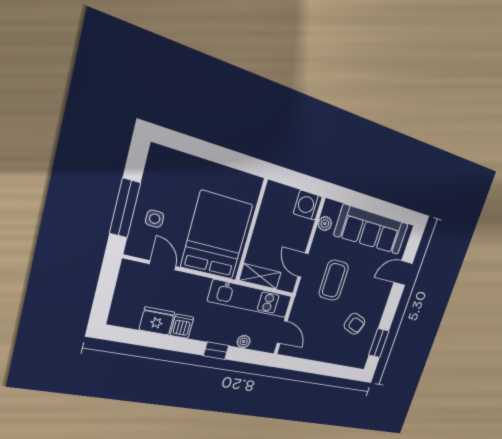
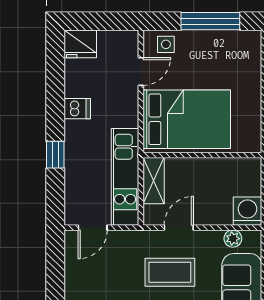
window: (125, 208) -> (210, 21), moved
side table: (155, 219) -> (166, 44), moved
fridge: (157, 321) -> (80, 44), moved, turned 90
plant: (244, 342) -> (72, 184), removed

